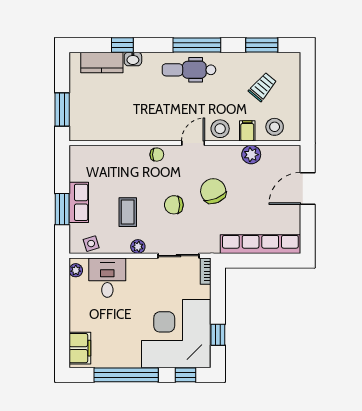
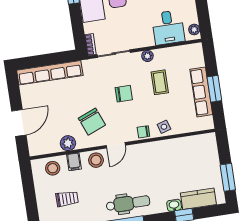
trolley: (263, 87) -> (67, 199), turned -130
window: (62, 110) -> (228, 177), moved
chair: (213, 191) -> (92, 122), moved
row of seats: (79, 202) -> (201, 92), width x1.48
window: (62, 209) -> (214, 89), moved
side table: (91, 244) -> (164, 127), moved

